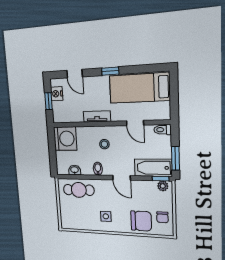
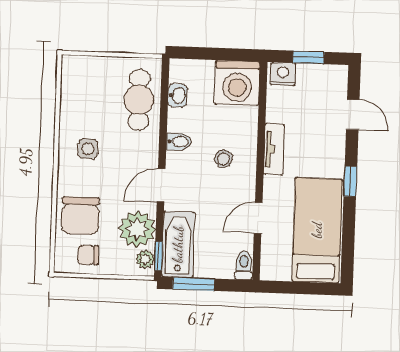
door: (75, 74) -> (353, 115), swing flipped
nightstand: (57, 94) -> (283, 74), moved
plant: (146, 190) -> (137, 229), added

